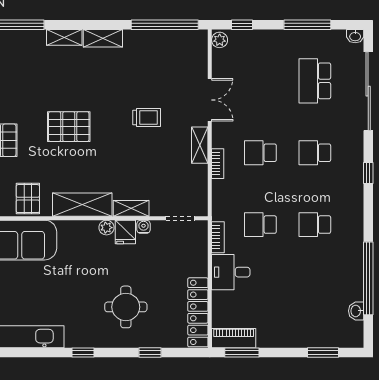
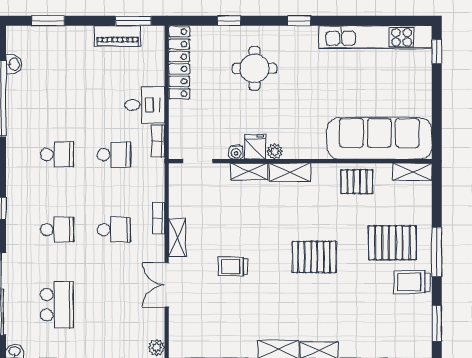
pallet: (28, 199) -> (357, 182), turned 90
shelving: (82, 205) -> (290, 172), width x0.67, depth x0.75
piano: (234, 338) -> (118, 36), moved

